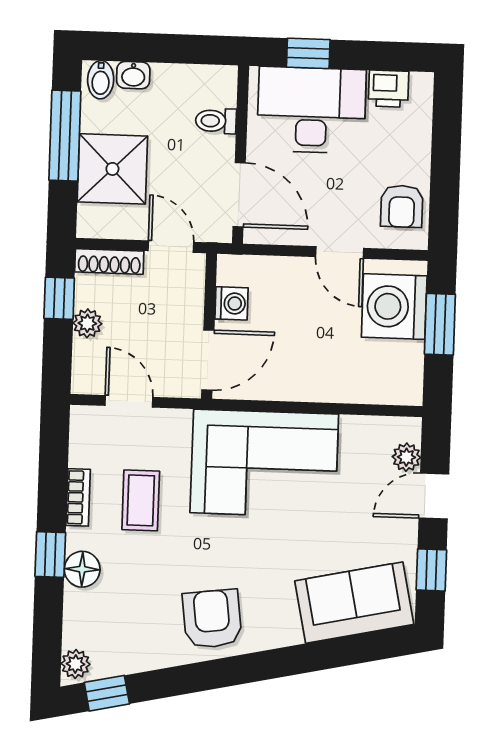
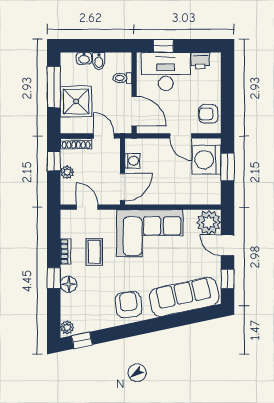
bidet: (101, 80) -> (99, 61), moved
armchair: (402, 206) -> (208, 114), turned 90
plant: (406, 457) -> (209, 222), width x1.88, depth x1.88
door: (434, 496) -> (228, 245), hinge flipped
sofa: (354, 603) -> (184, 297), width x1.36

